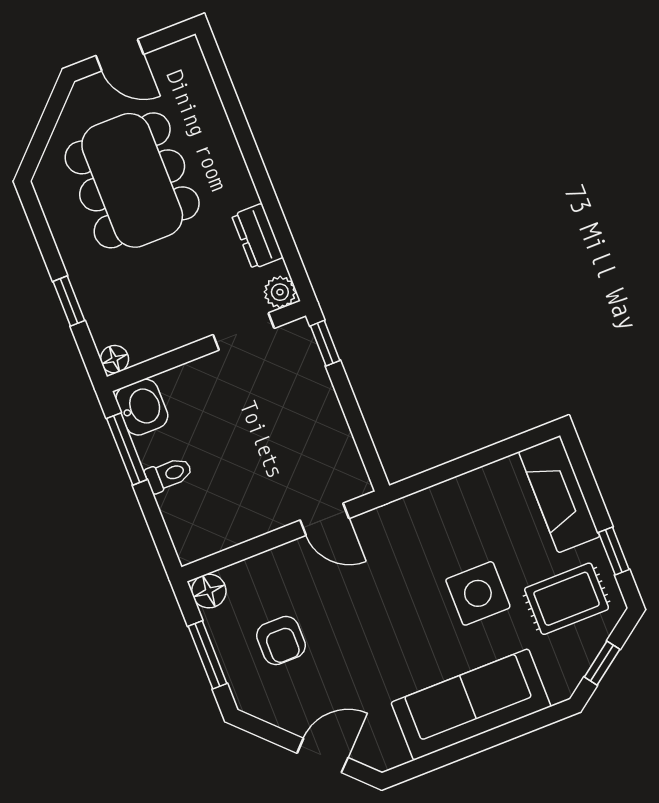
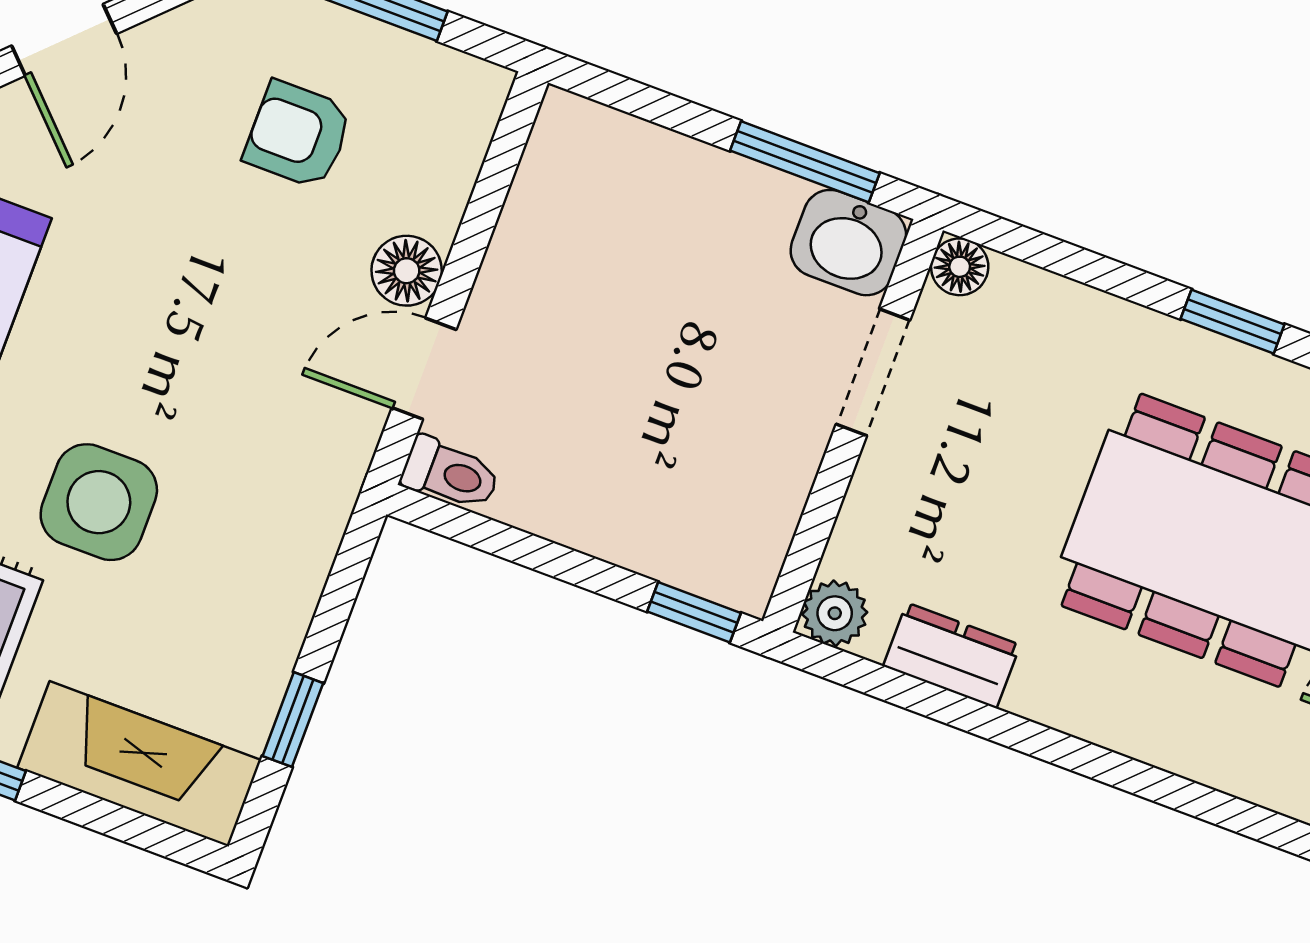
window: (69, 301) -> (1233, 322), moved
doorway: (244, 332) -> (873, 372), moved
window: (494, 453) -> (293, 720), added
toilet: (169, 475) -> (450, 474), moved, turned -90
floor lamp: (209, 591) -> (407, 271), moved

